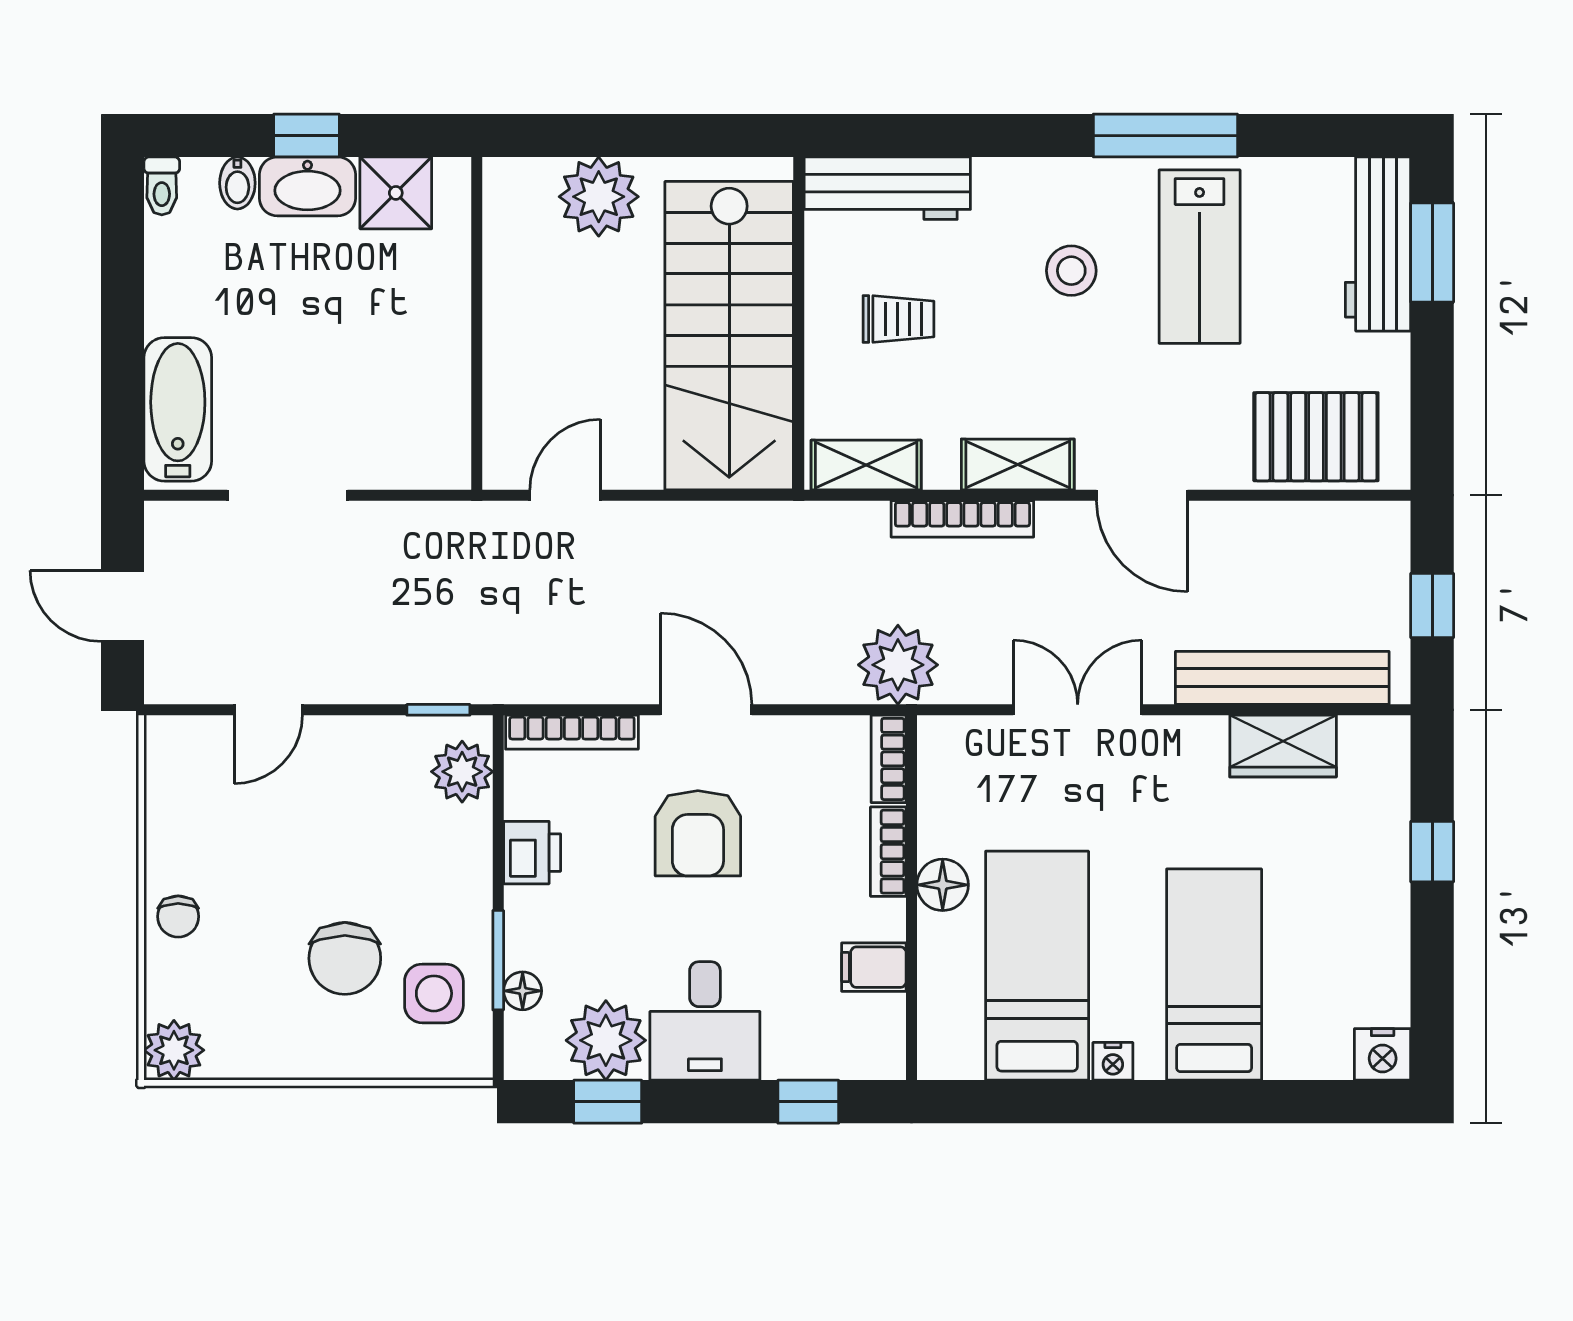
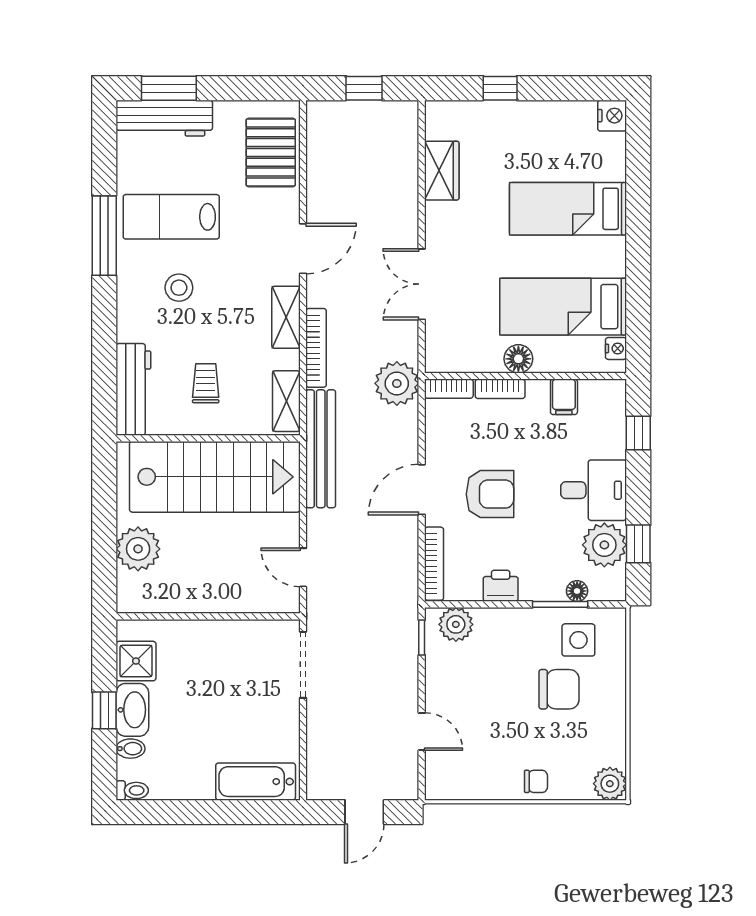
lab bench: (1200, 257) -> (171, 217), turned 180
doorway: (287, 495) -> (303, 665), moved
bench: (1282, 678) -> (321, 449), moved
nightstand: (1113, 1061) -> (616, 348), moved

